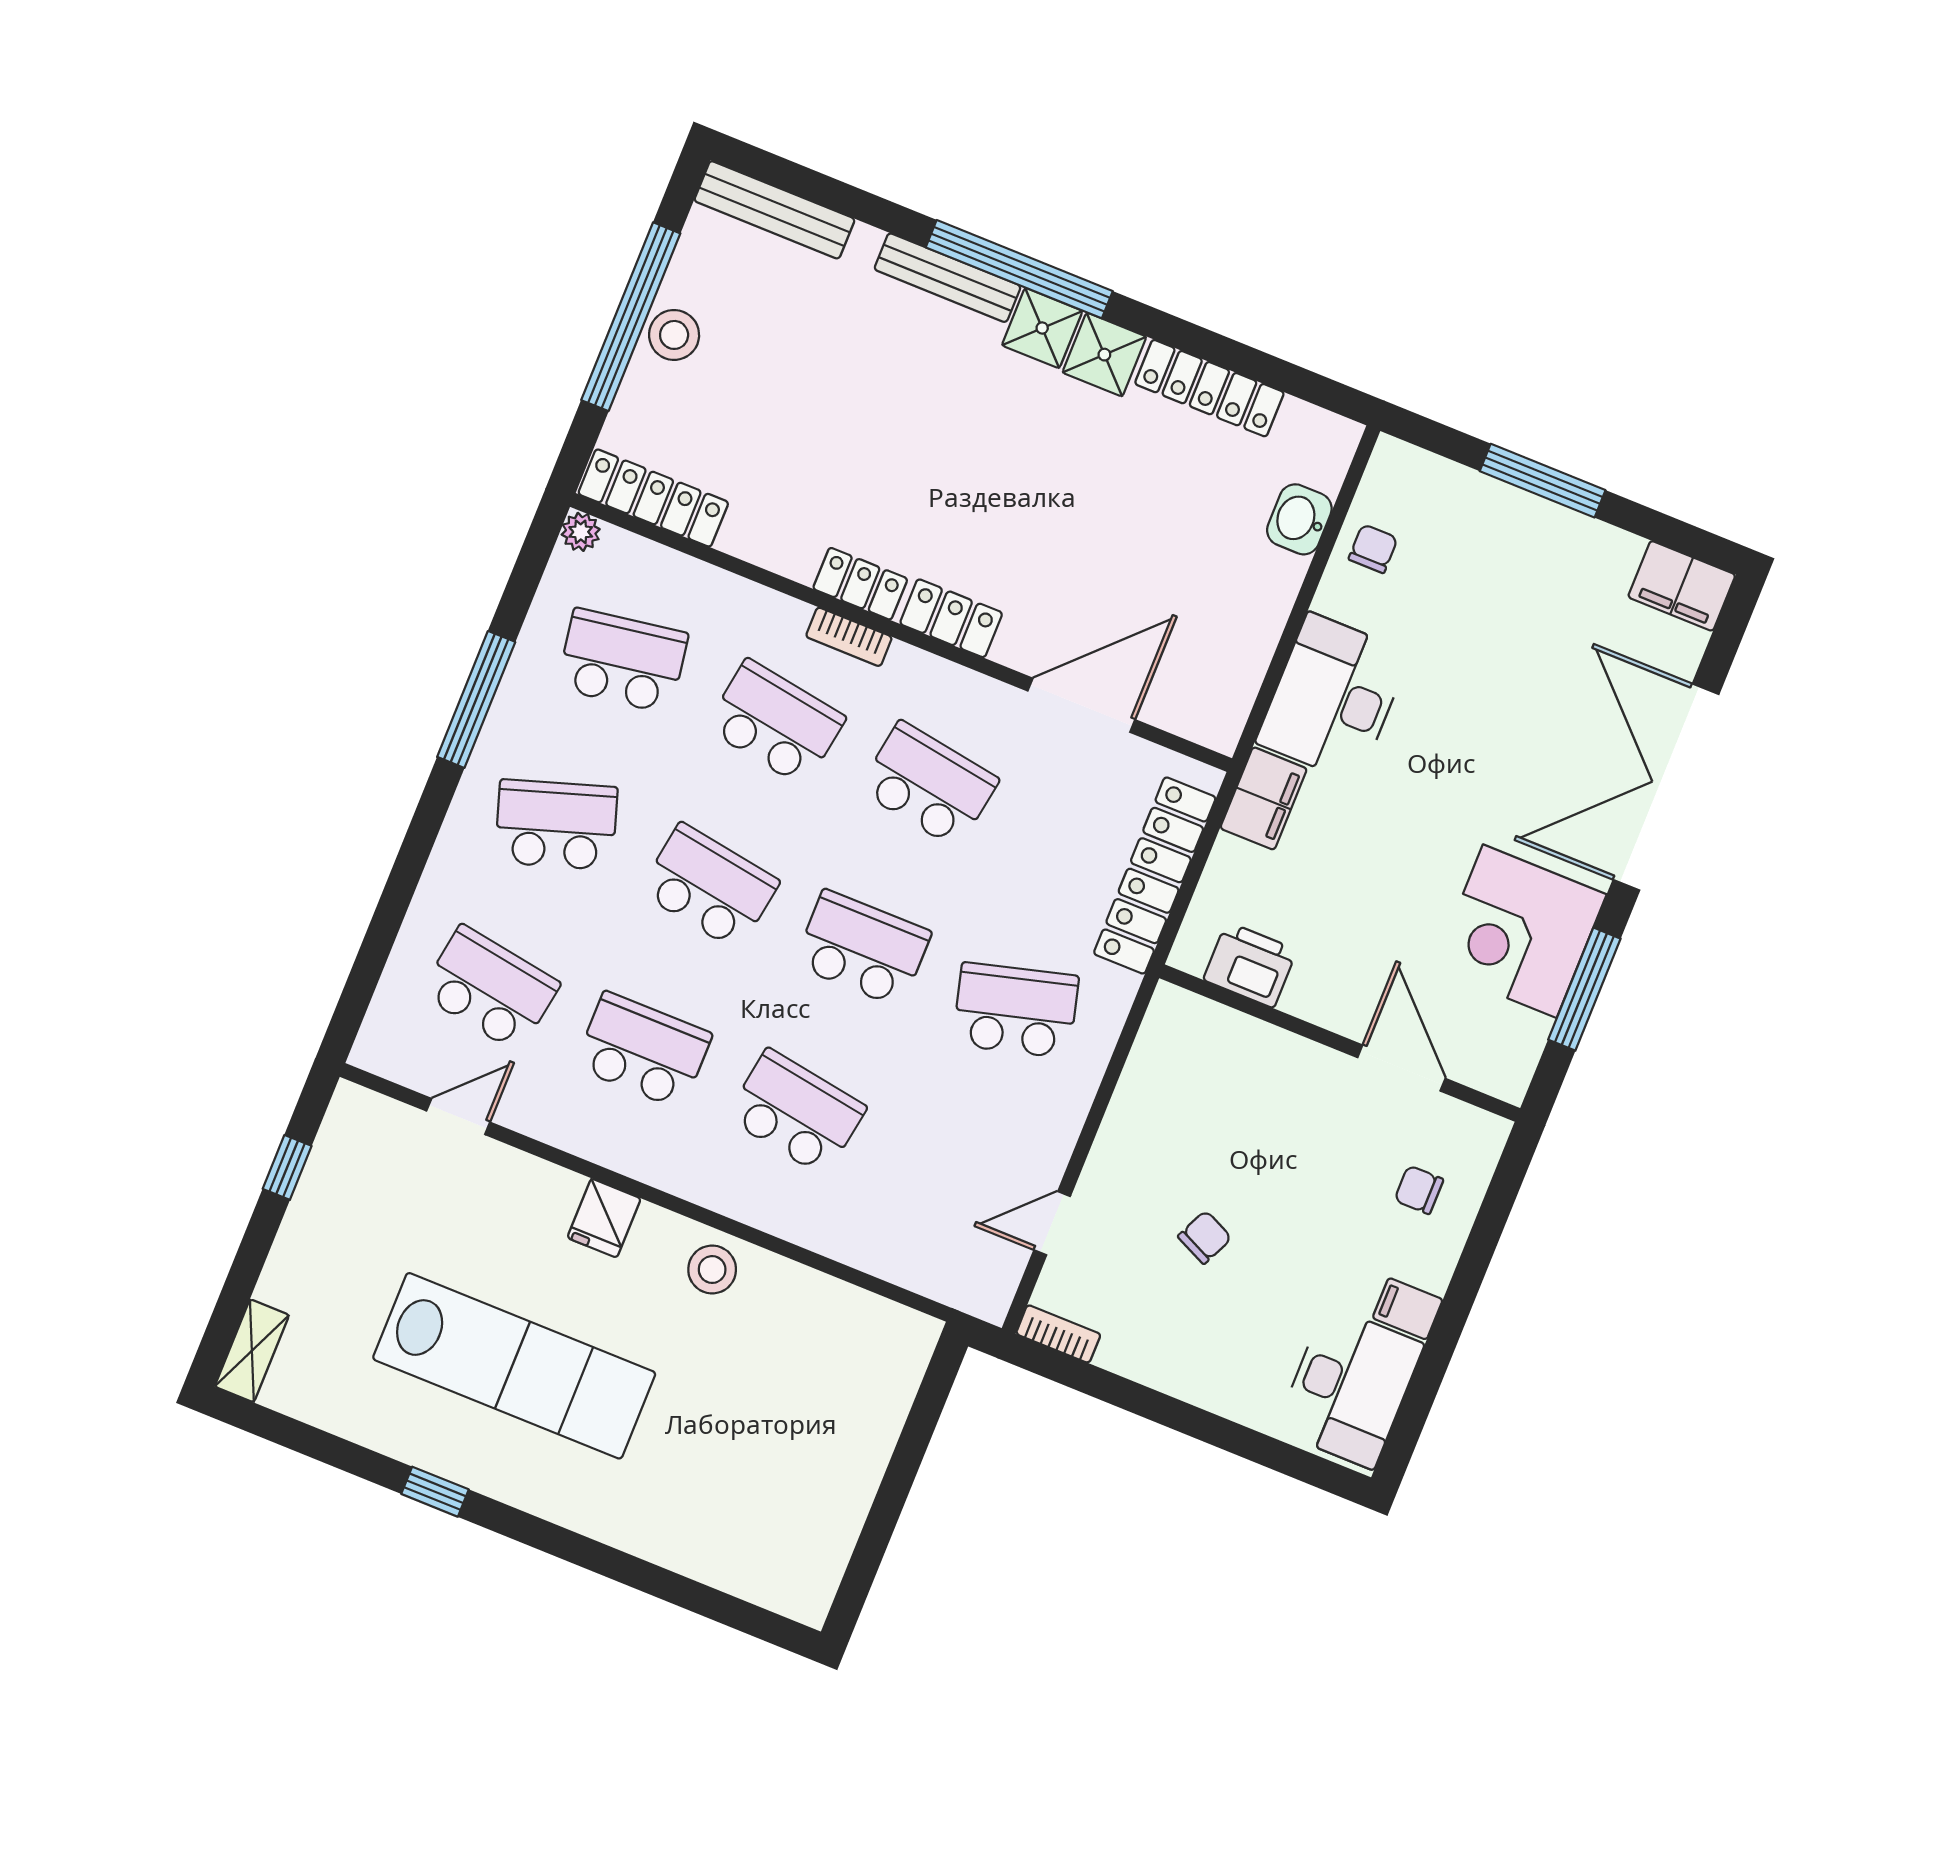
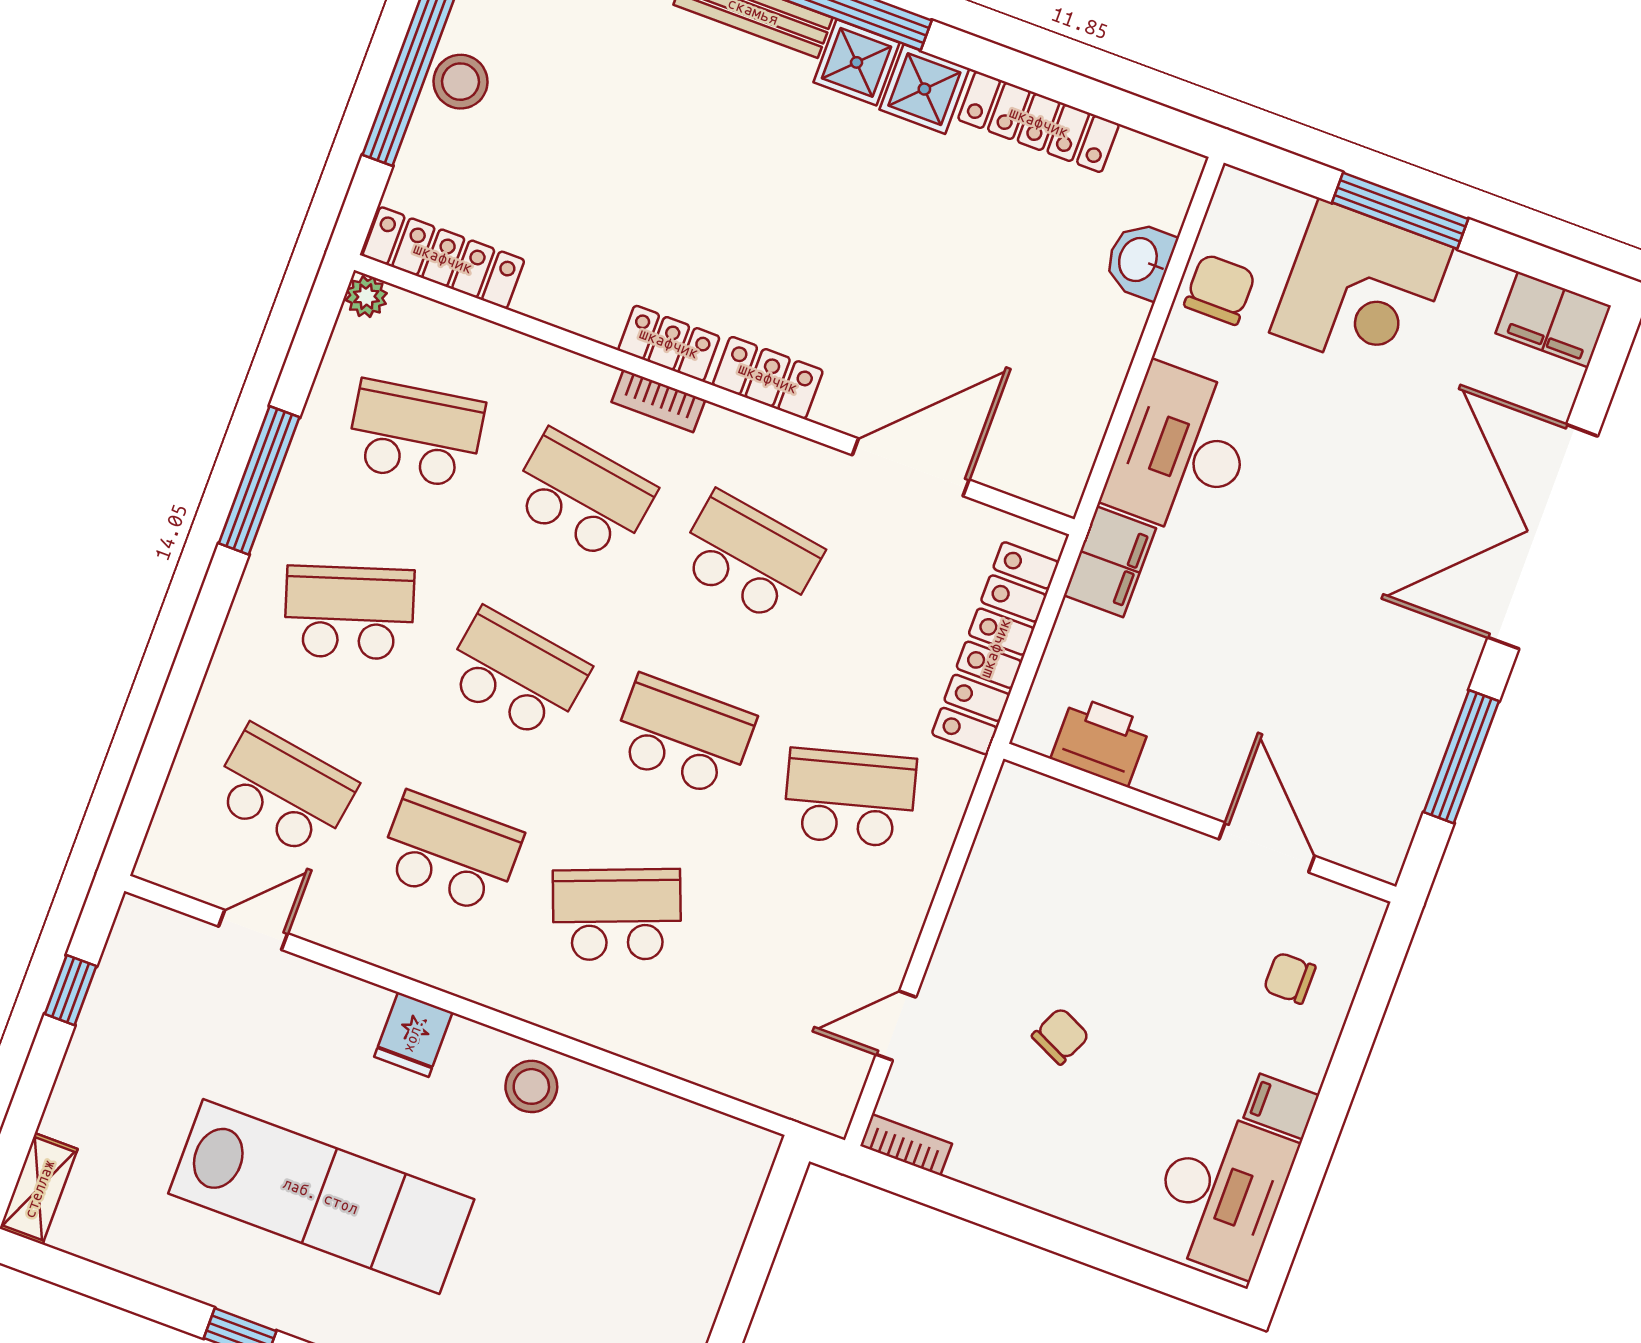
chair: (1373, 549) -> (1220, 289), width x1.37, depth x1.37
corner desk: (1520, 931) -> (1361, 290), moved, turned -90
school desk: (796, 1112) -> (617, 915), turned -30

